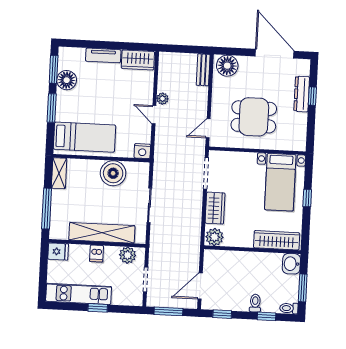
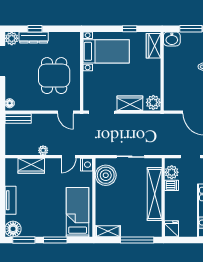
wardrobe: (138, 60) -> (31, 166), moved, turned 90
floor lamp: (227, 66) -> (10, 103), width x0.53, depth x0.53
plant: (302, 67) -> (12, 38), added
floor lamp: (67, 80) -> (13, 229), moved
door: (154, 115) -> (68, 157), moved
boiler: (113, 173) -> (106, 175), moved
window: (307, 198) -> (130, 29), moved
wardrobe: (277, 240) -> (153, 46), width x0.67
dishwasher: (96, 254) -> (172, 185), moved

